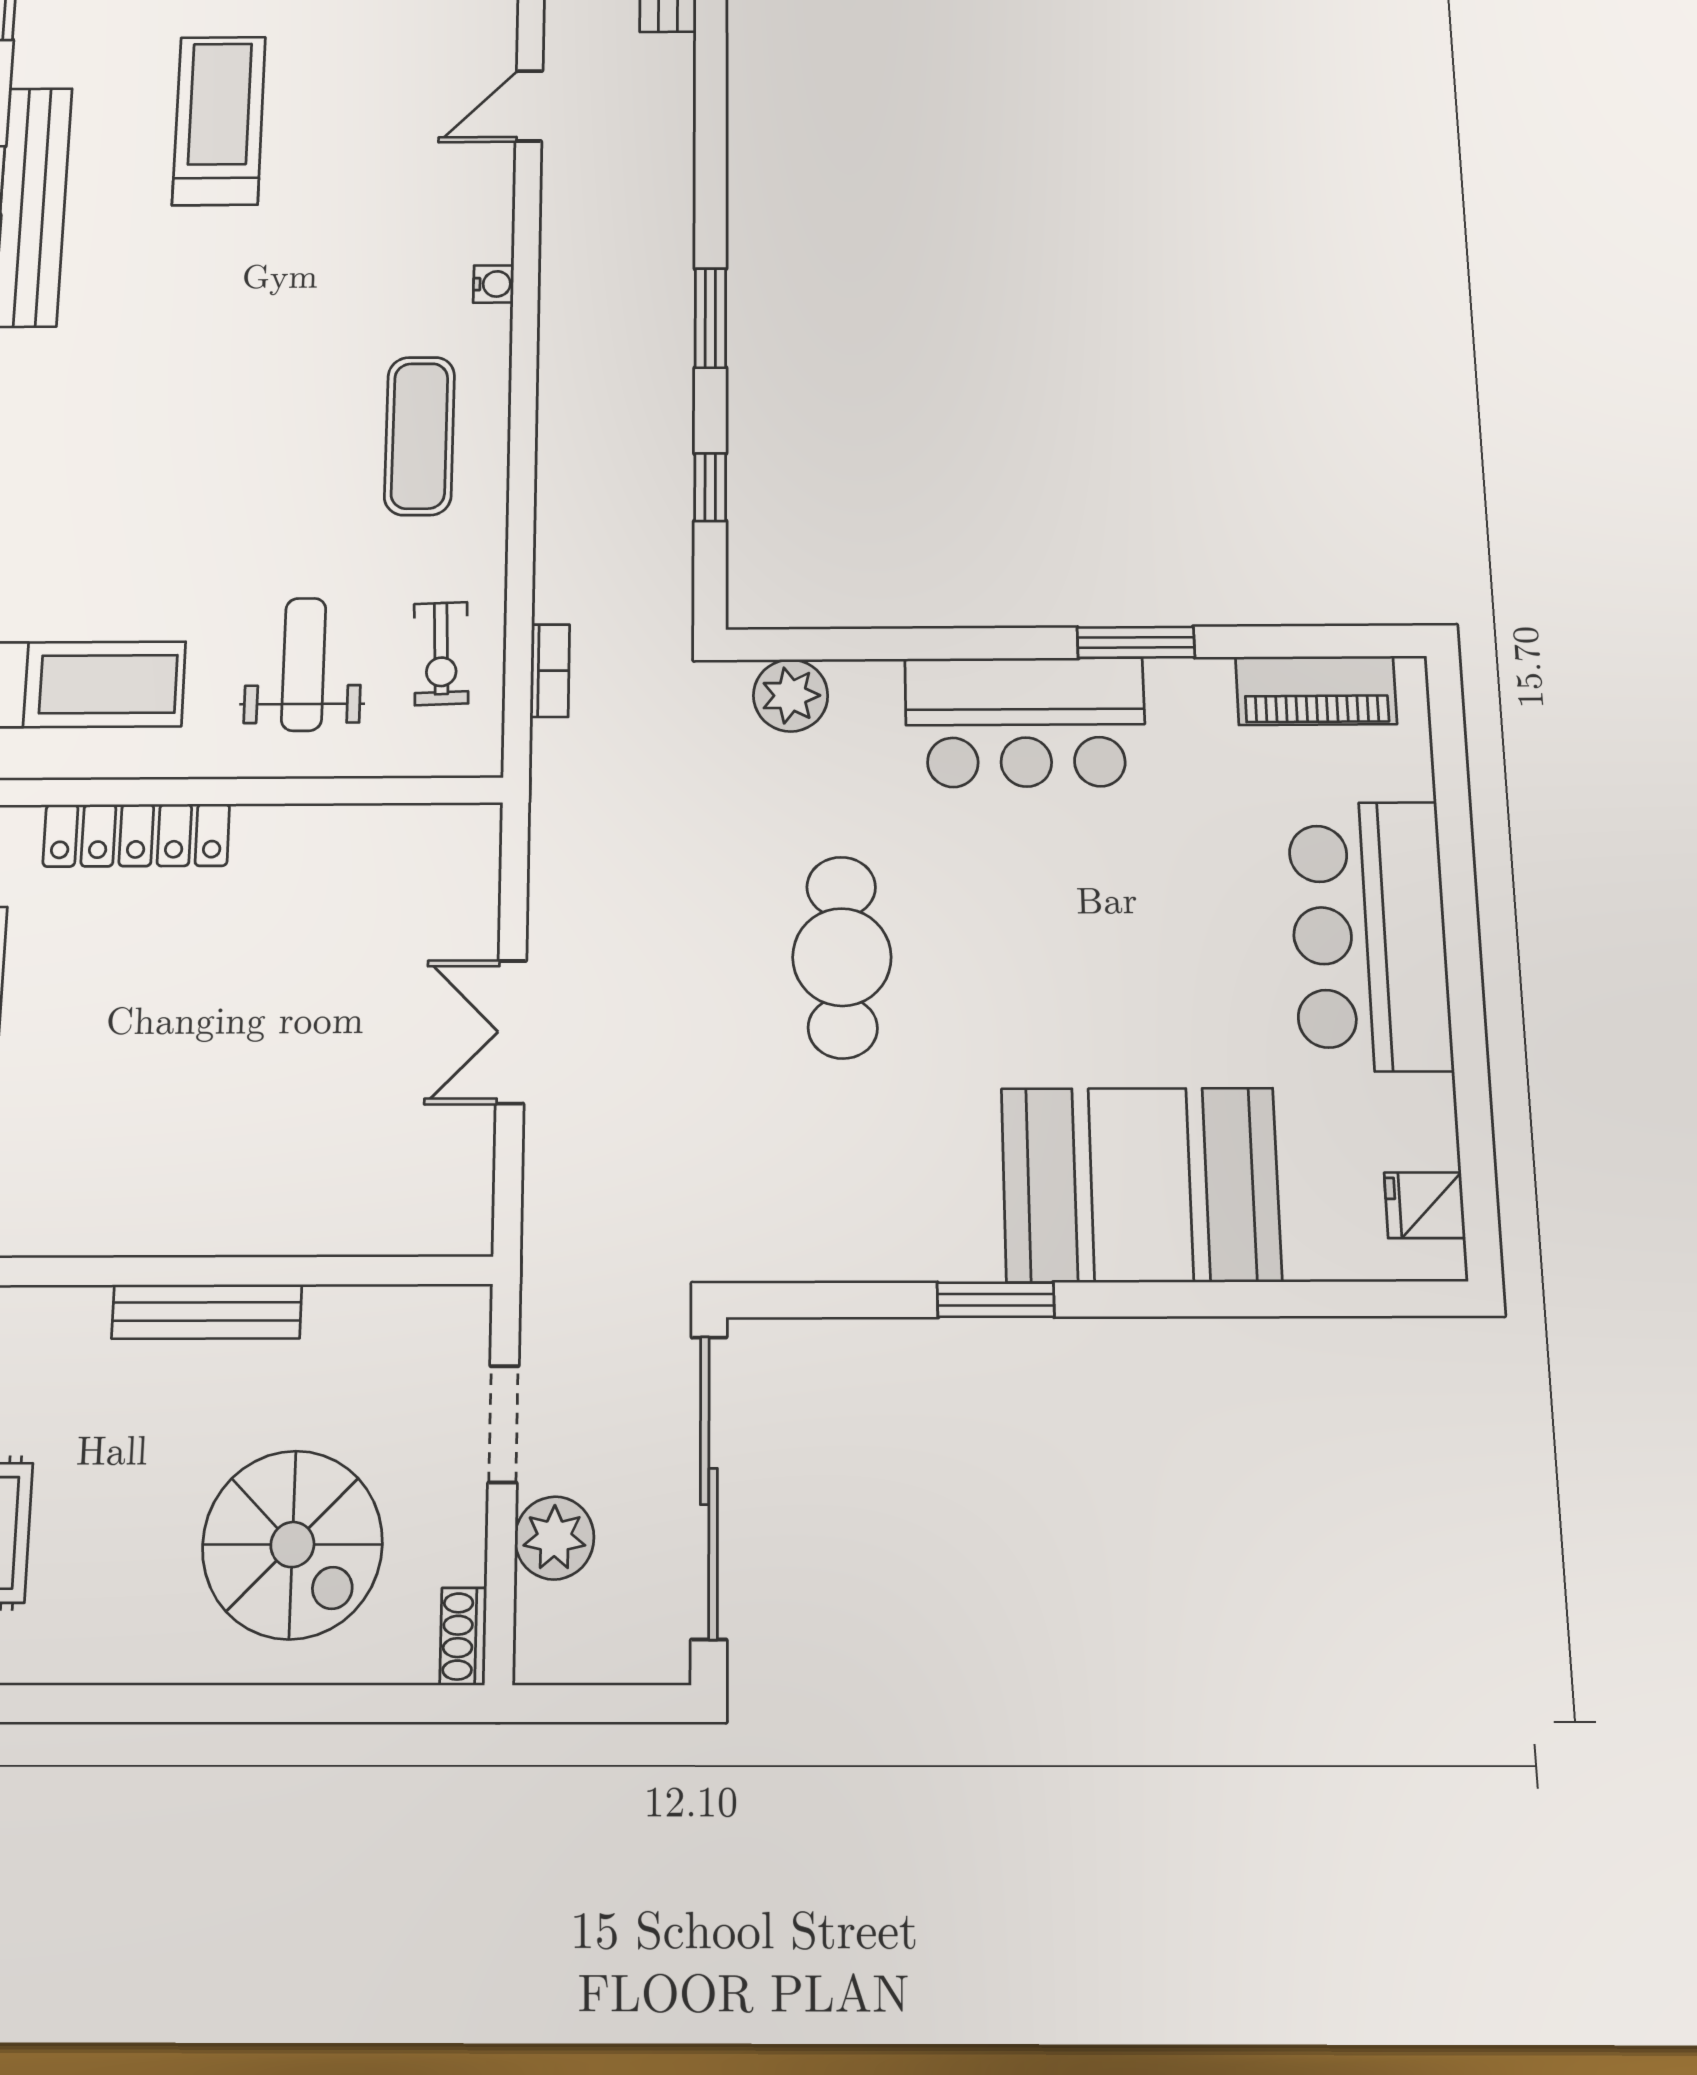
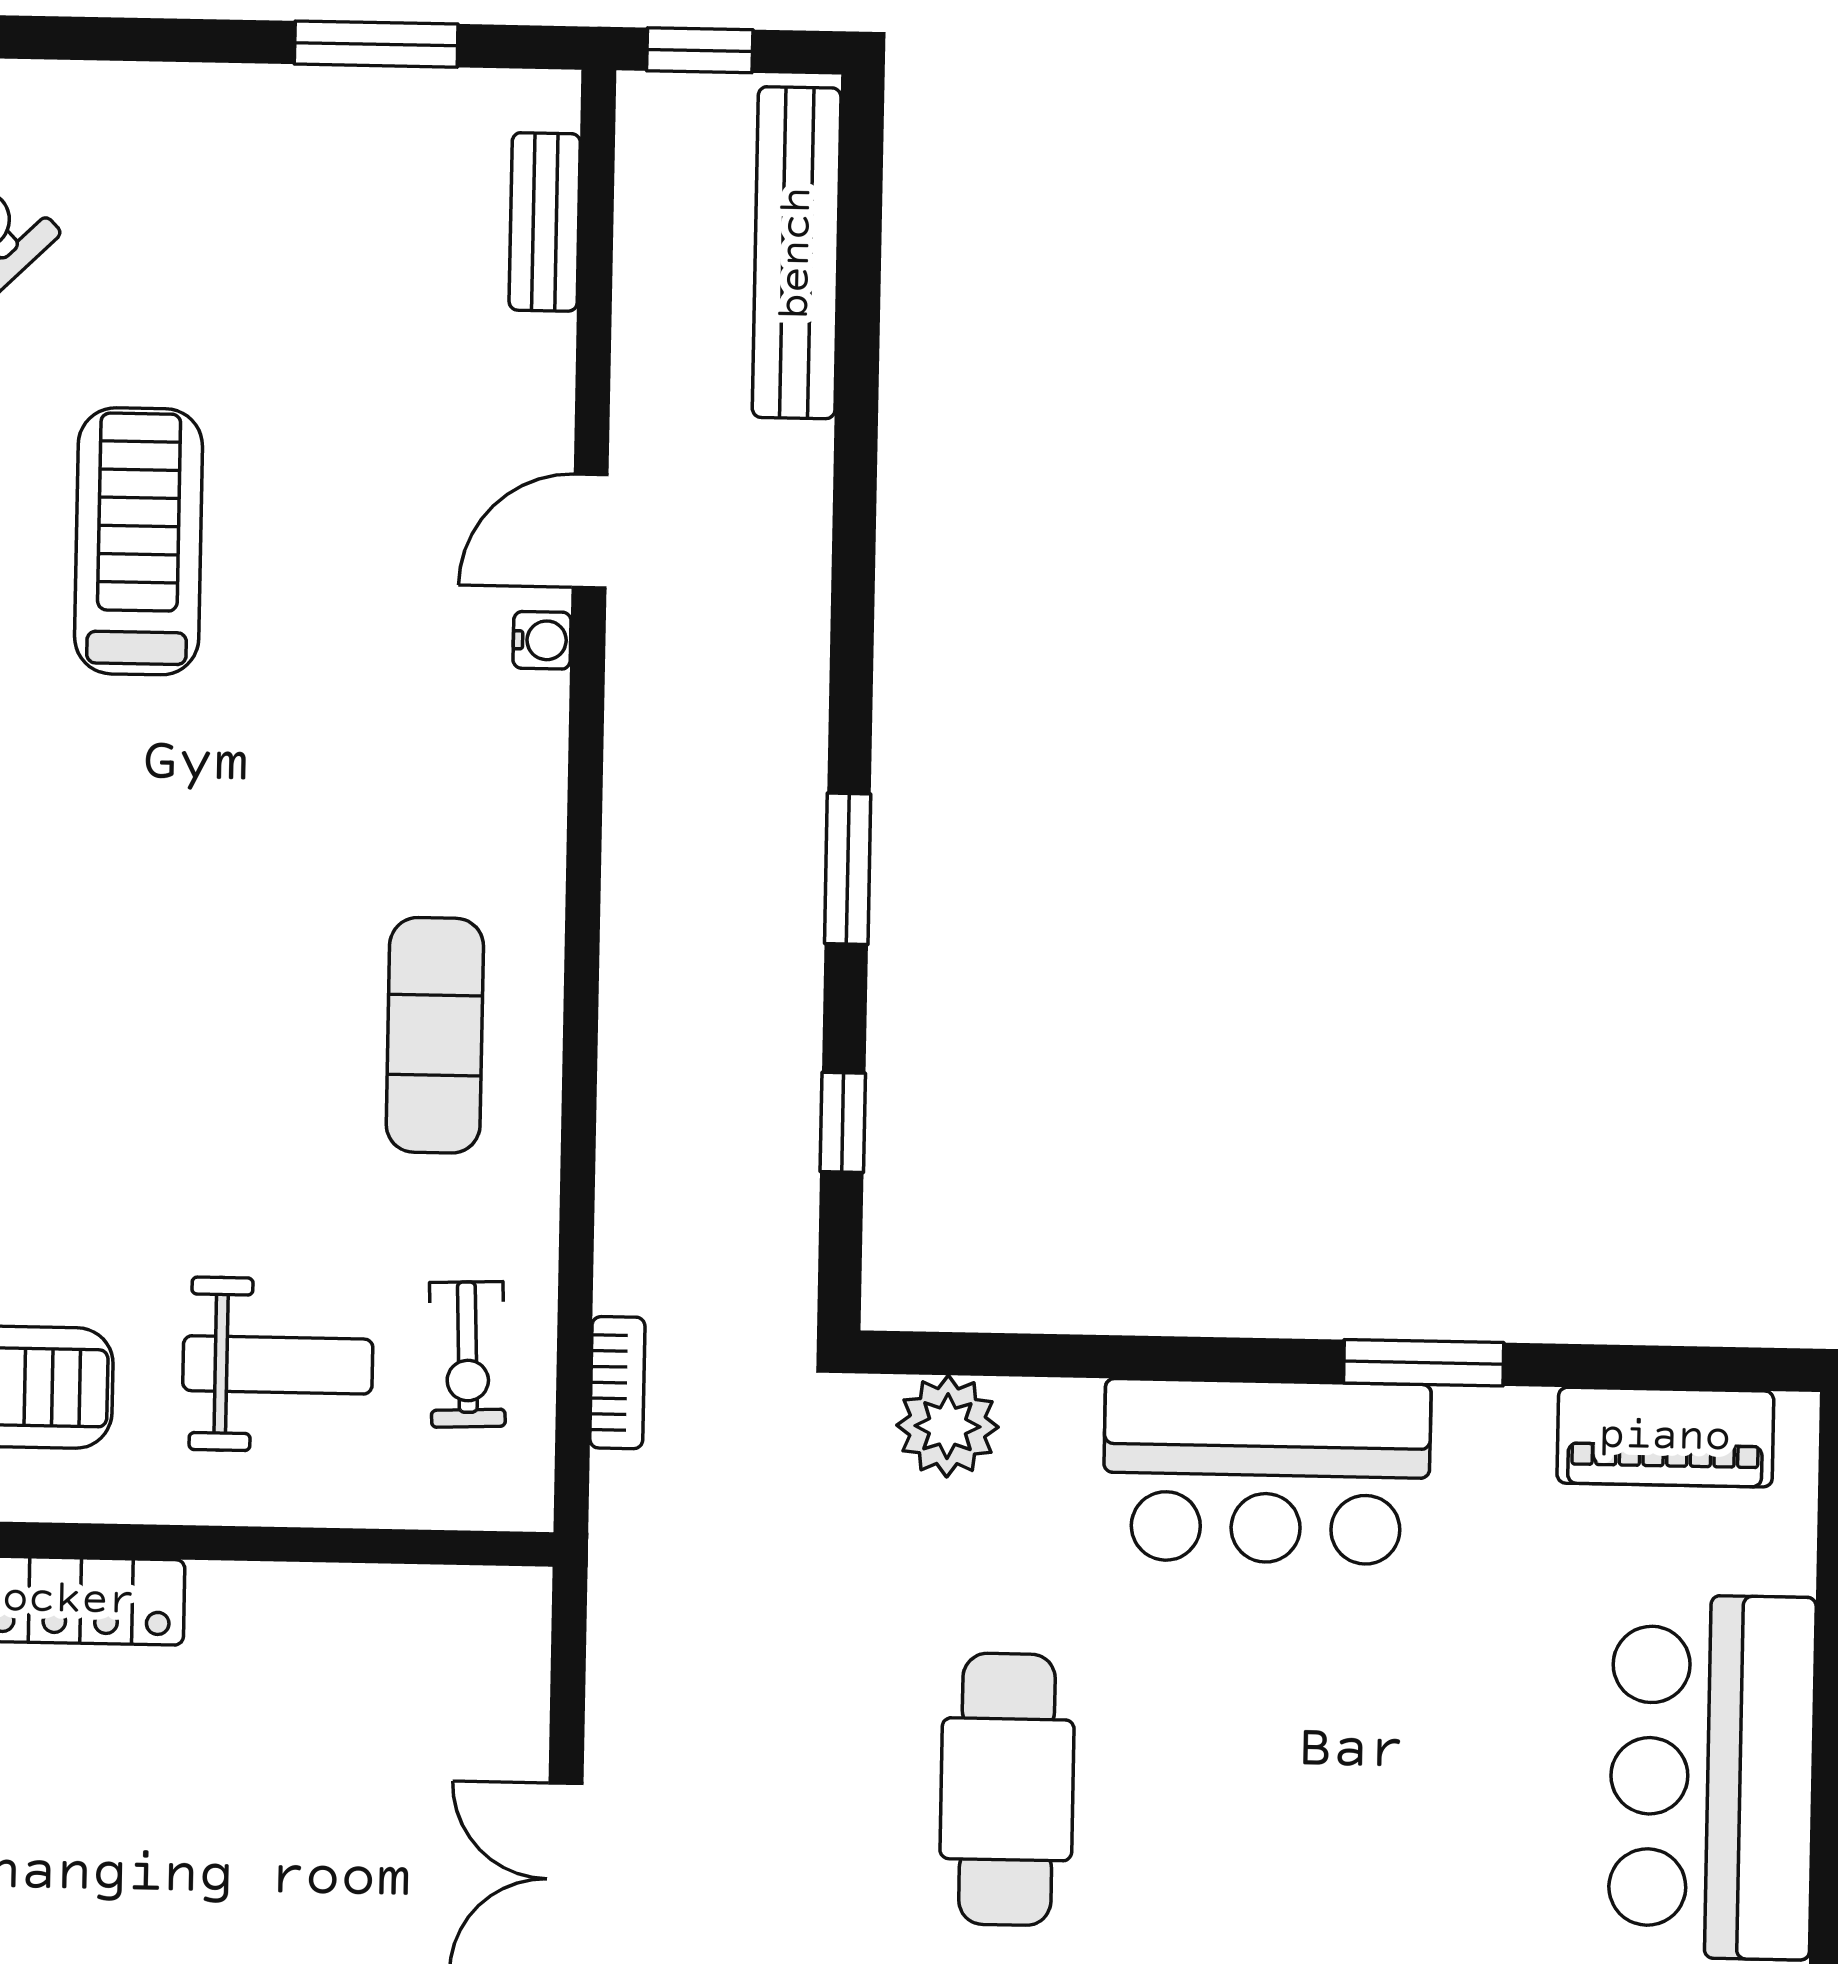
water cooler: (494, 284) -> (542, 640), moved
weight bench: (304, 664) -> (278, 1365), turned 90

